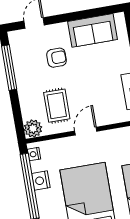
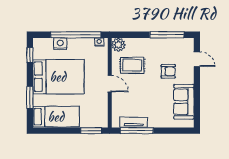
armchair: (57, 58) -> (168, 71), turned -90
nightstand: (41, 181) -> (60, 44), moved

